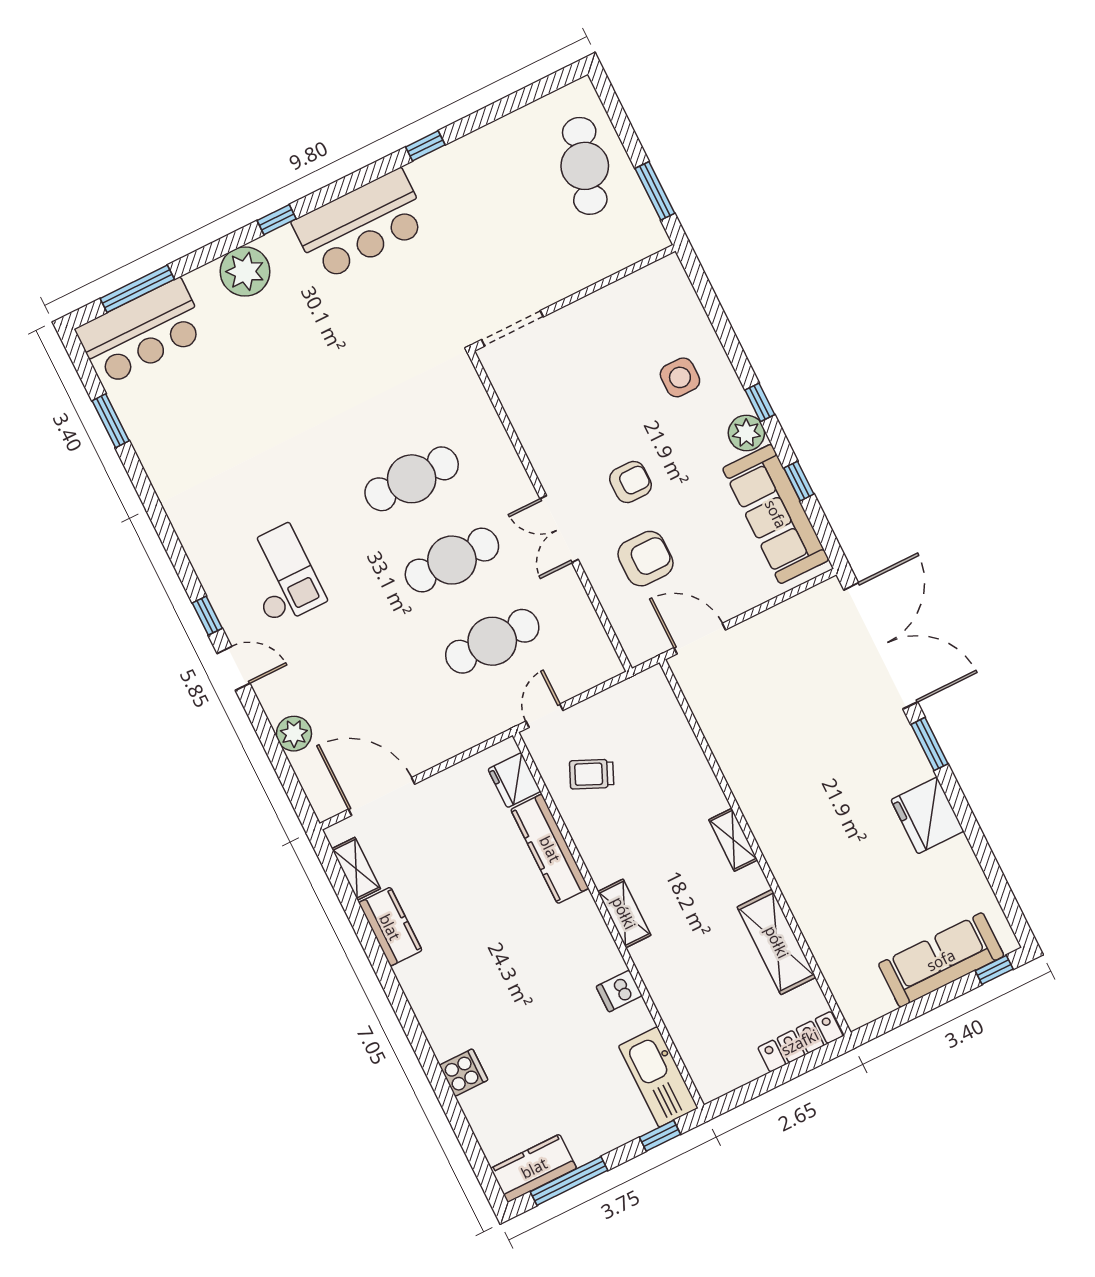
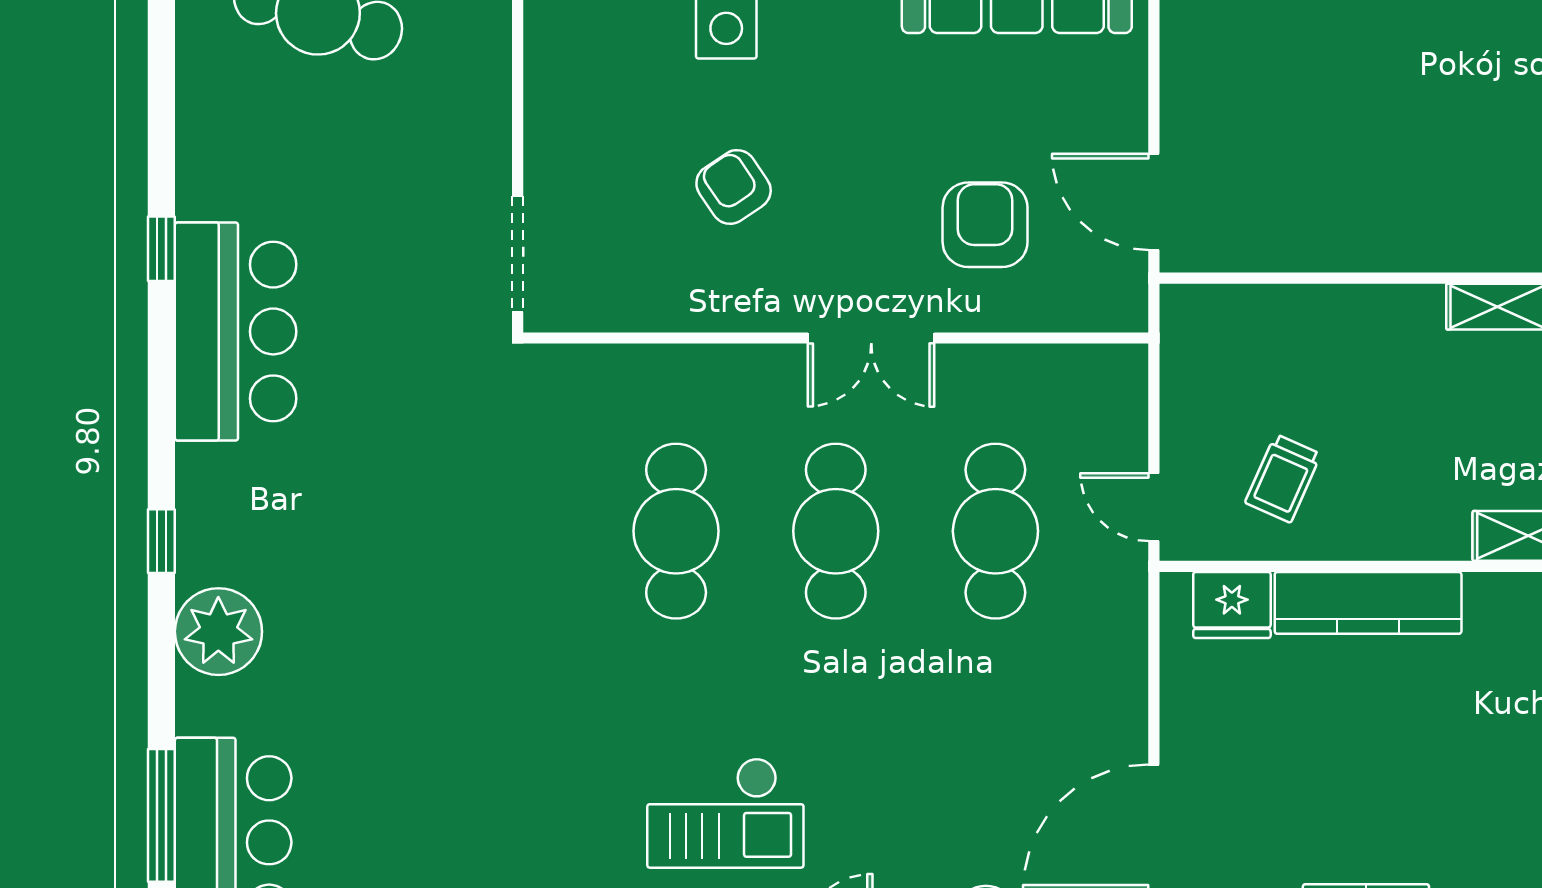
bar counter: (361, 225) -> (236, 331), moved
armchair: (630, 482) -> (734, 187), moved, turned -34
checkout: (281, 575) -> (725, 813), turned 180
door: (700, 639) -> (1154, 202), hinge flipped

